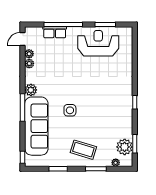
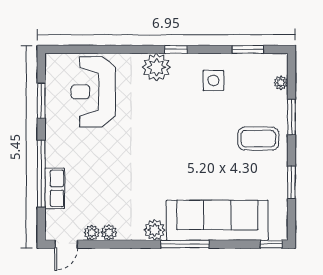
door: (23, 39) -> (66, 244), hinge flipped
reception desk: (98, 43) -> (93, 92), moved
side table: (70, 110) -> (213, 80), moved
plant: (125, 147) -> (156, 67), moved
coffee table: (83, 150) -> (258, 139), turned 73

